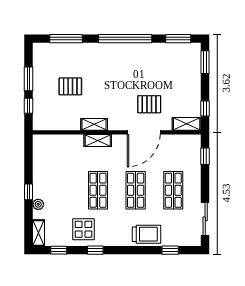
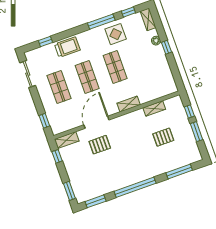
shelving: (94, 124) -> (154, 108), moved
trolley: (146, 234) -> (67, 47), turned 180
window: (95, 250) -> (101, 22), width x2.17

